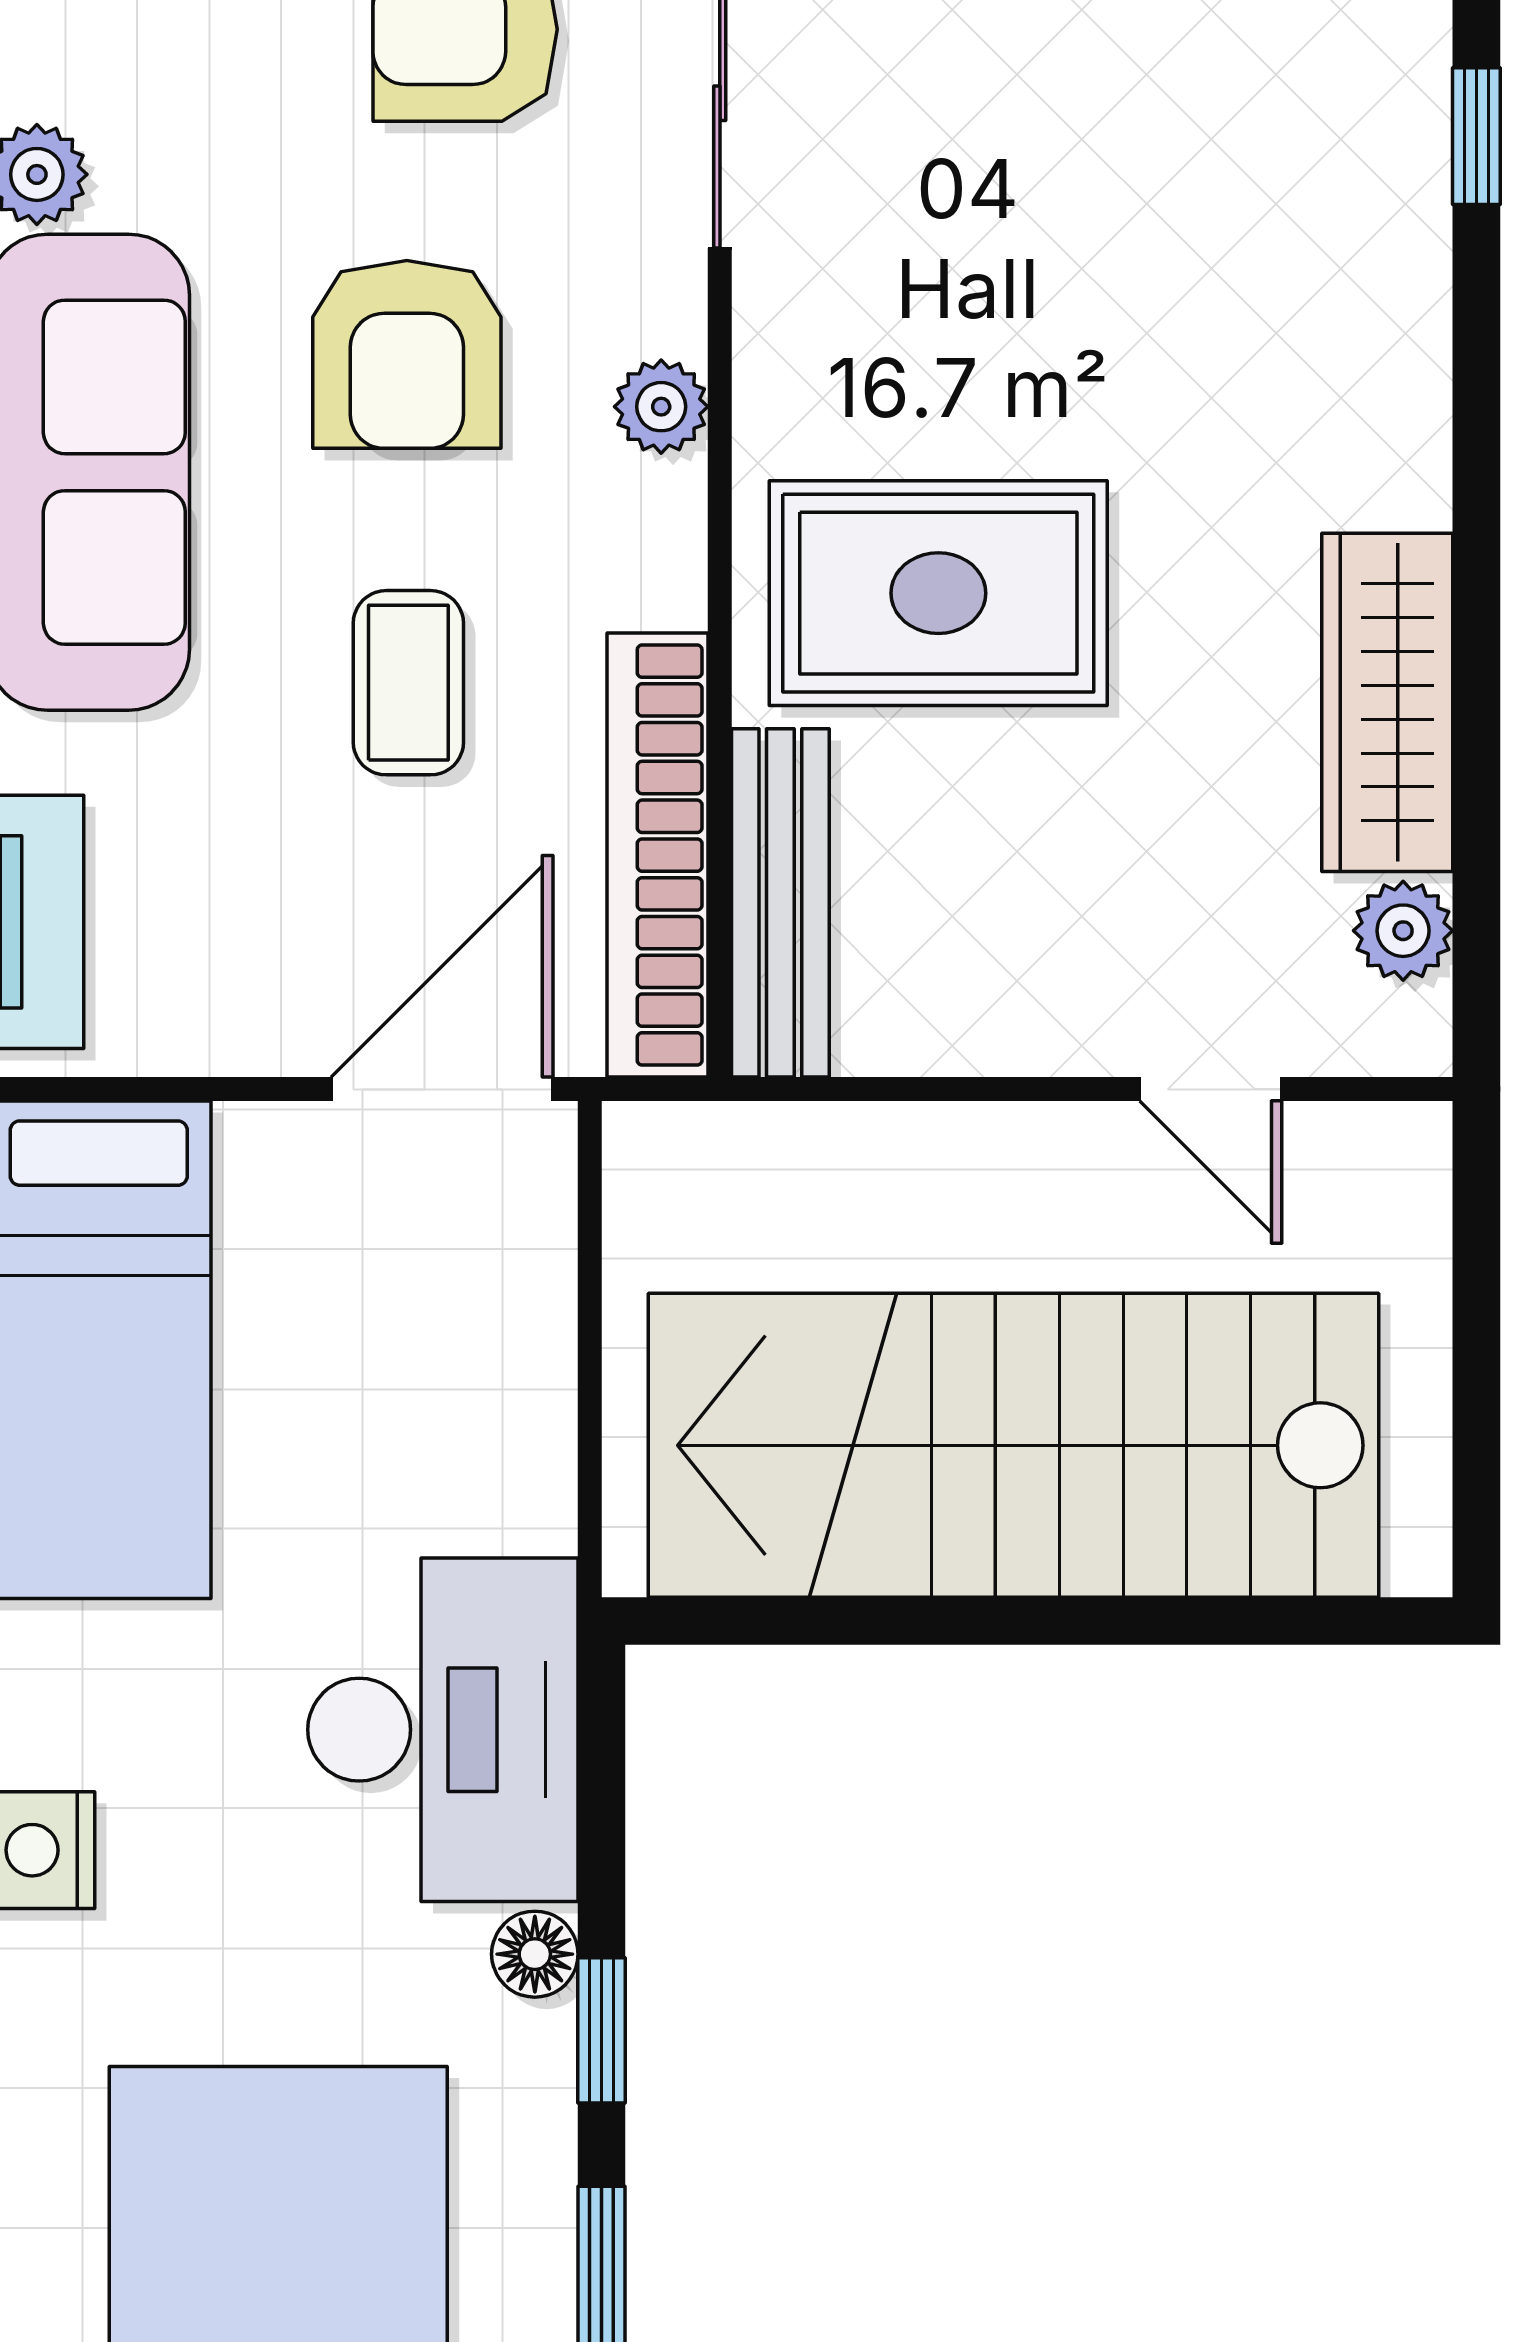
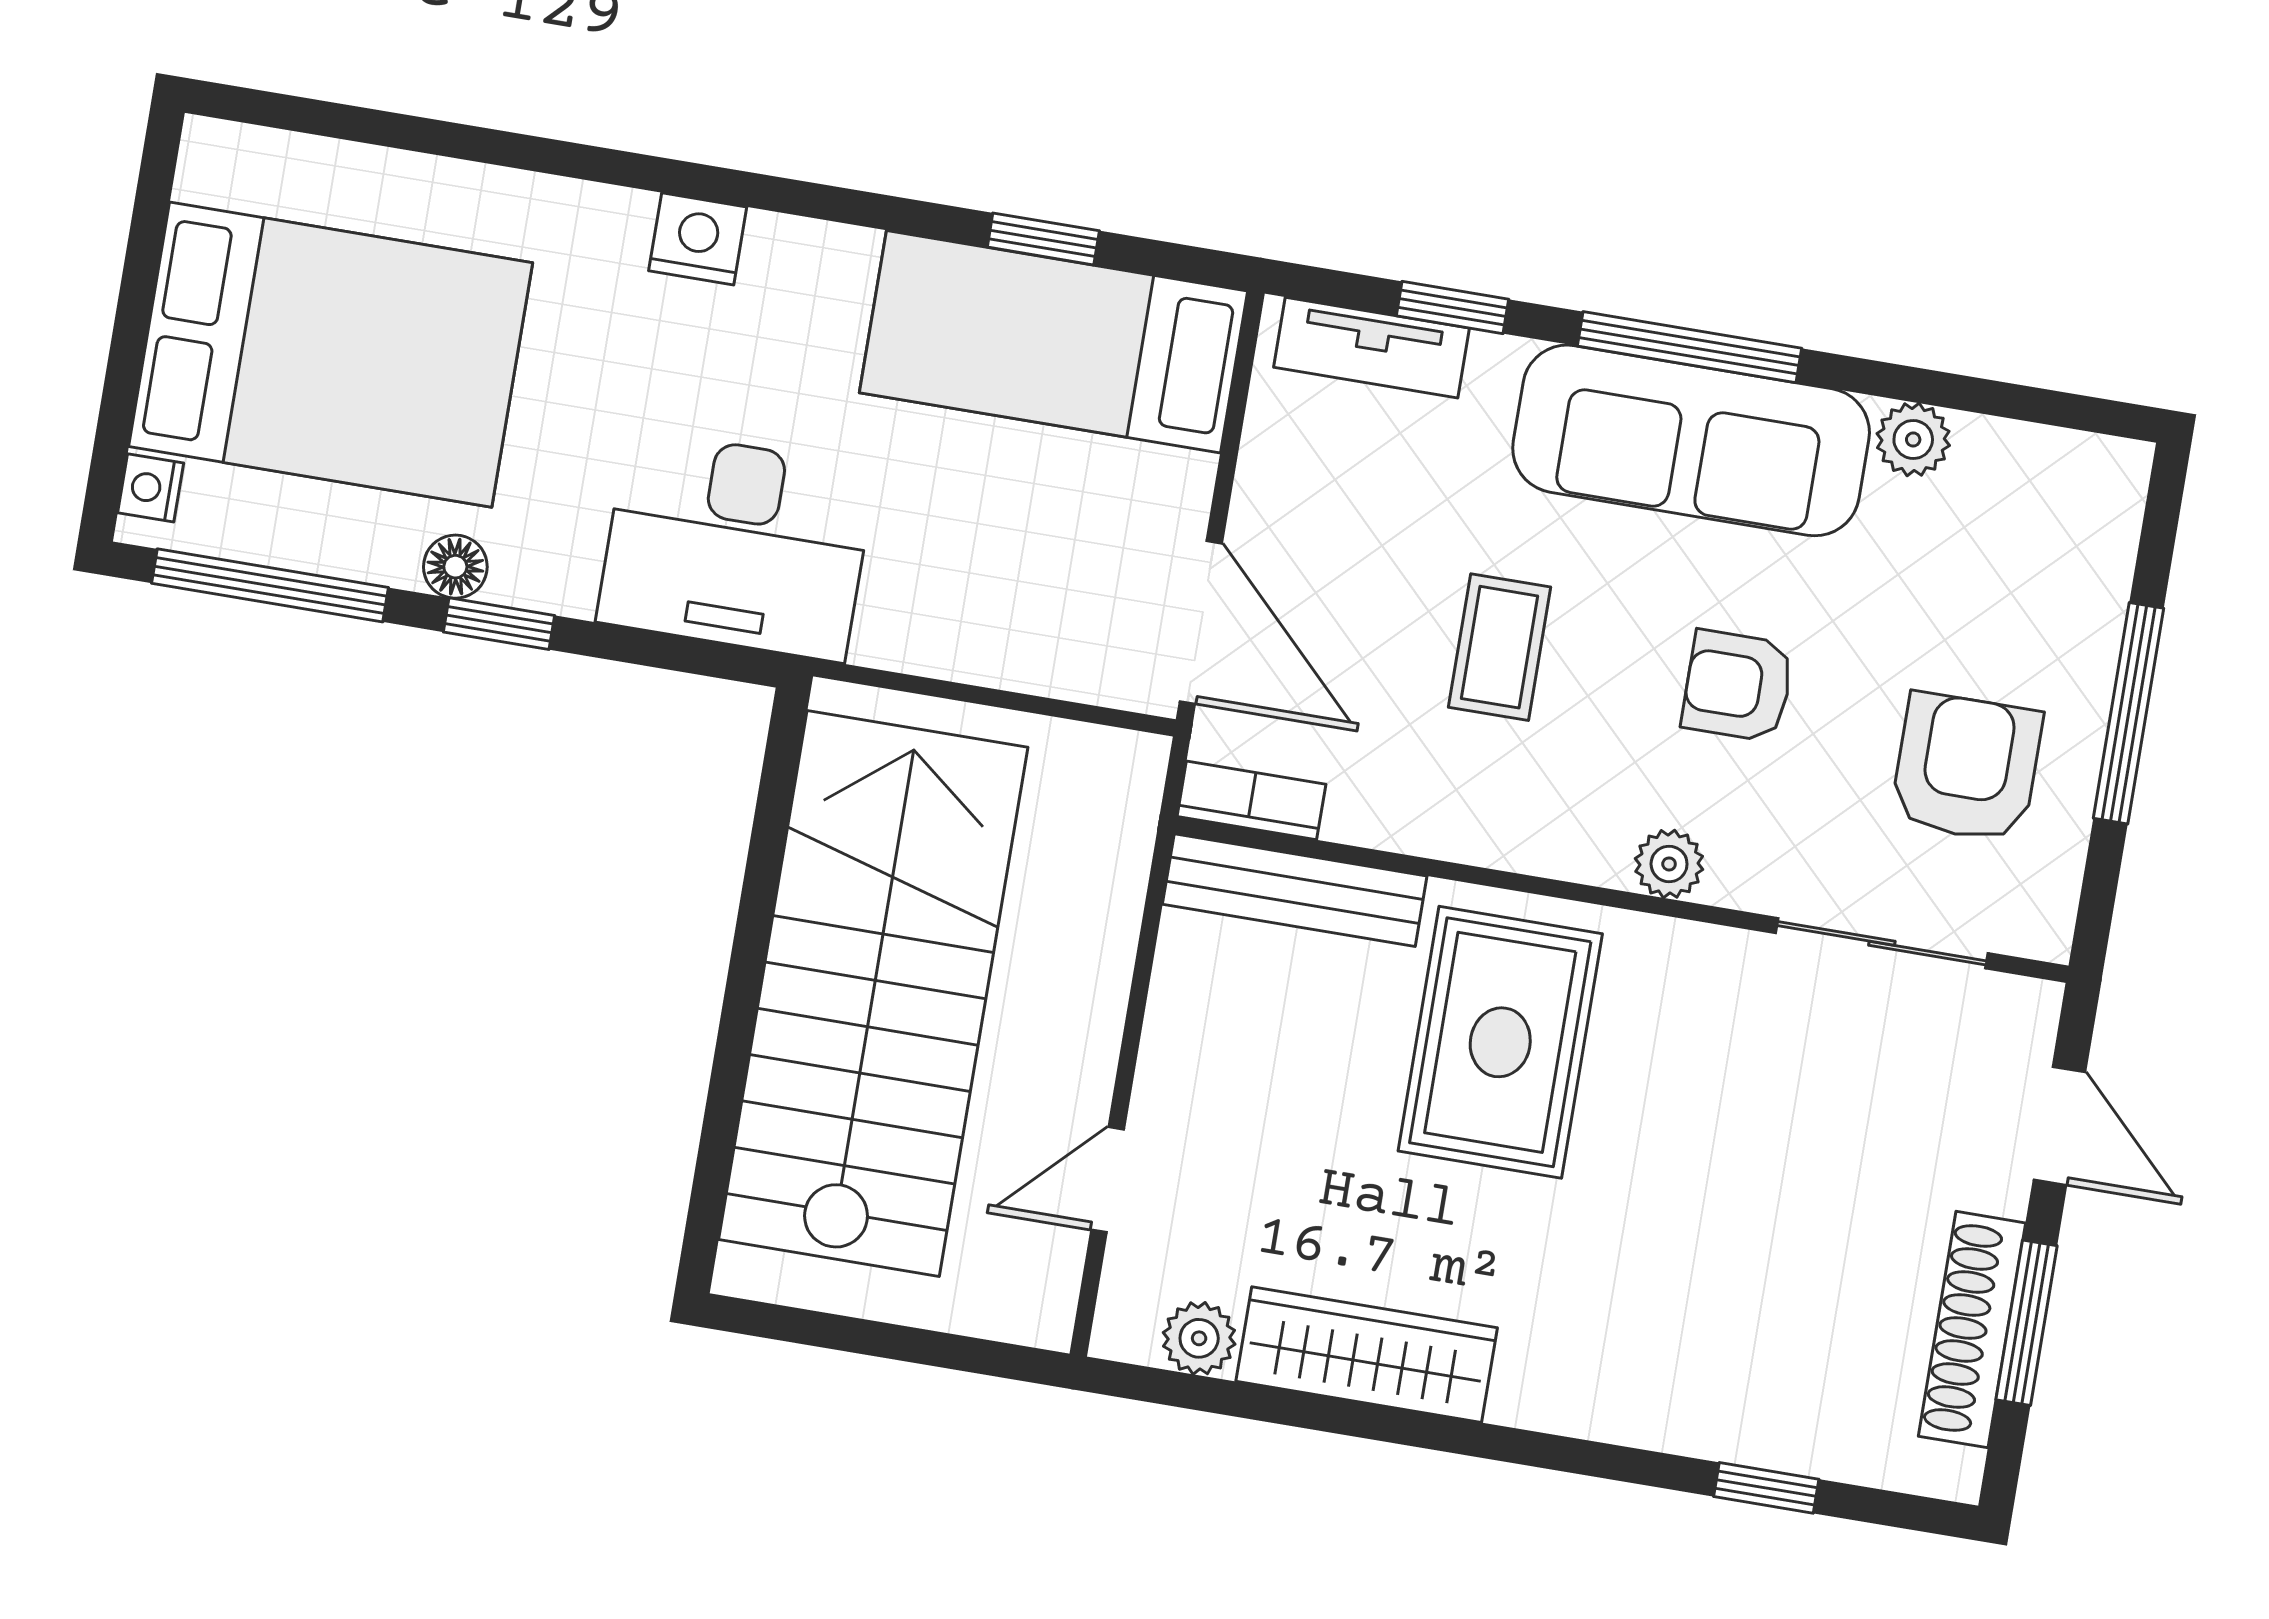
armchair: (407, 354) -> (1738, 686), width x0.72, depth x0.72
coffee table: (408, 683) -> (1500, 647), turned 90
bookcase: (658, 855) -> (1251, 800), width x0.43, depth x0.76
floor lamp: (535, 1954) -> (455, 567), moved

